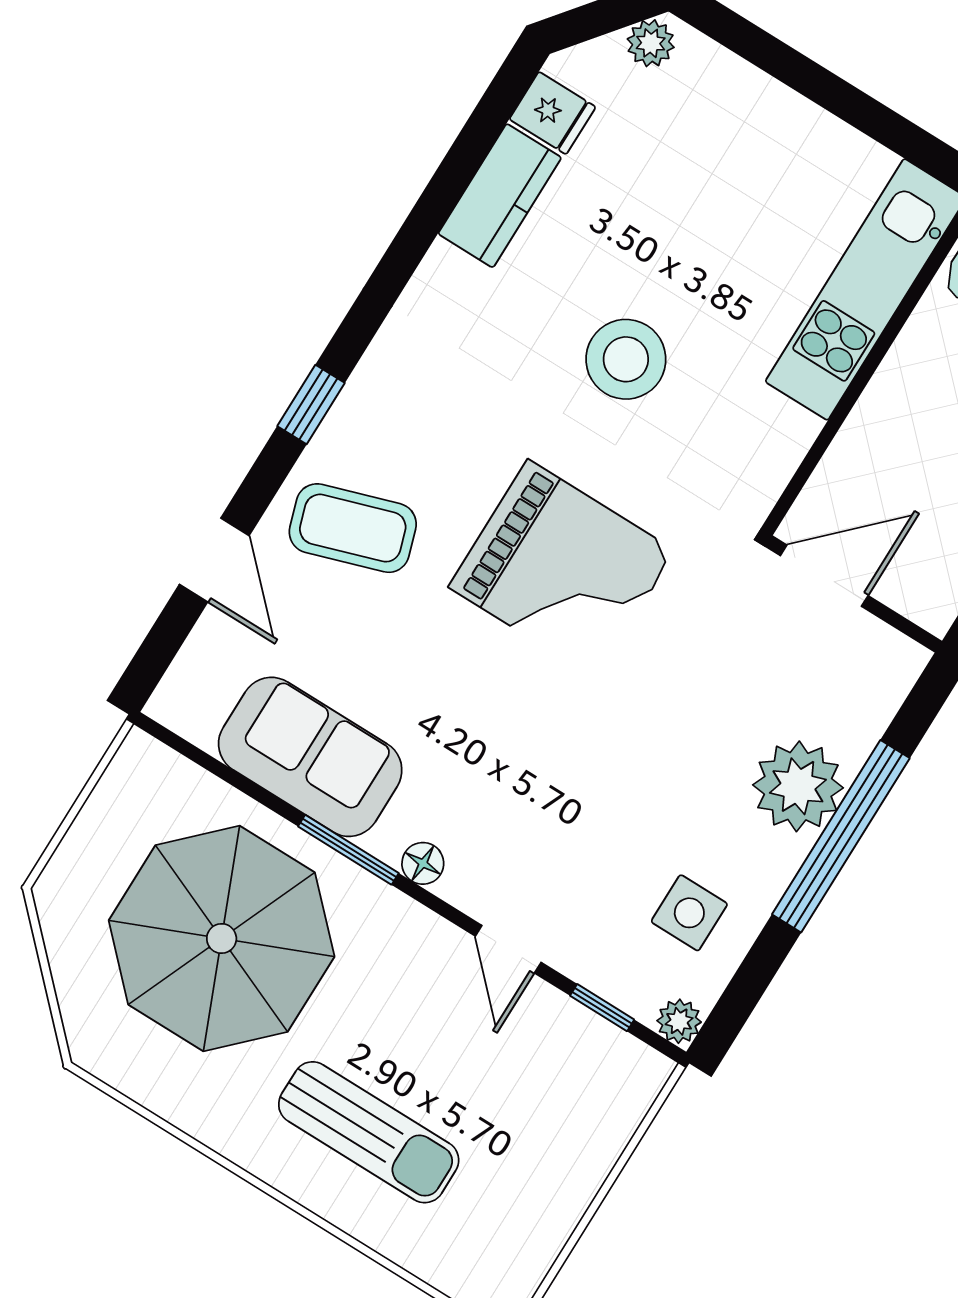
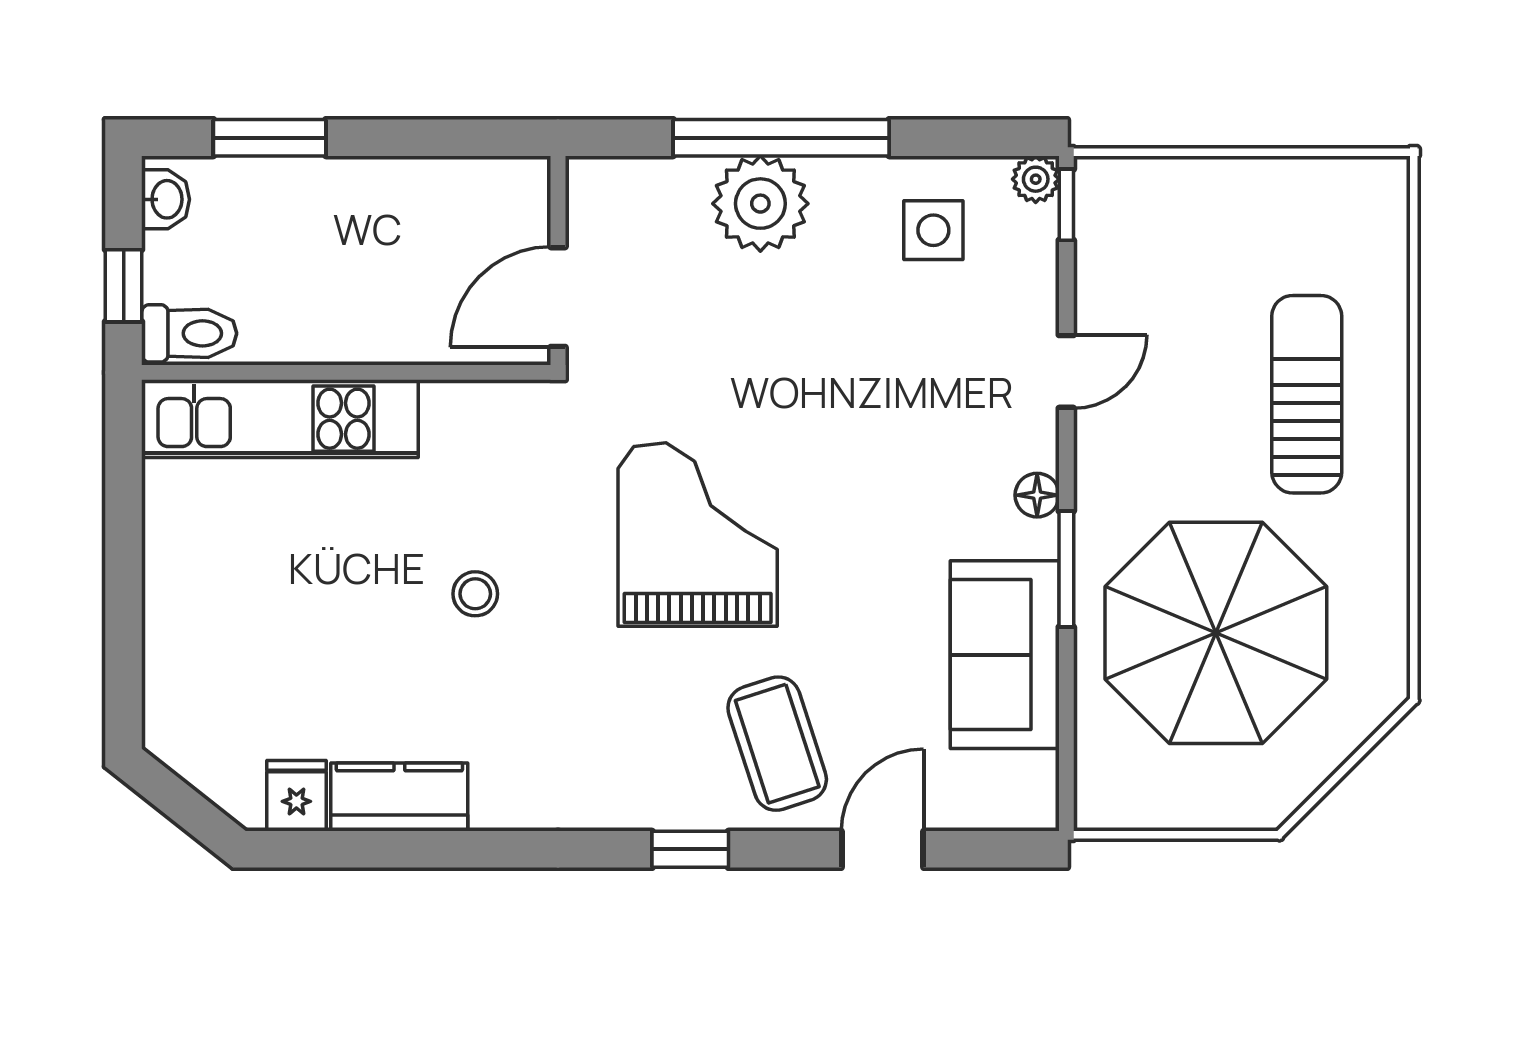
plant: (651, 43) -> (180, 747), removed
stool: (626, 359) -> (475, 594), width x0.53, depth x0.53
door: (824, 576) -> (558, 297), hinge flipped
window: (602, 1008) -> (1066, 205), moved

